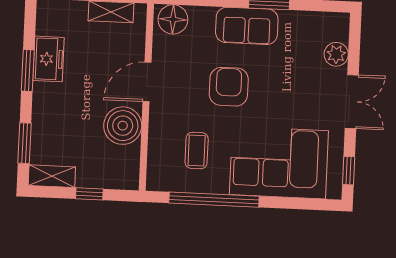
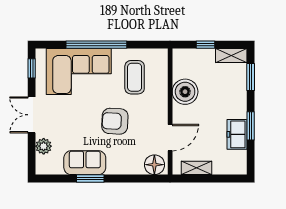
sofa: (247, 26) -> (85, 163), moved
door: (147, 82) -> (170, 138), moved
armchair: (229, 87) -> (115, 121), turned 93
coffee table: (197, 150) -> (135, 77), width x1.36, depth x1.30
window: (214, 200) -> (96, 45), moved

